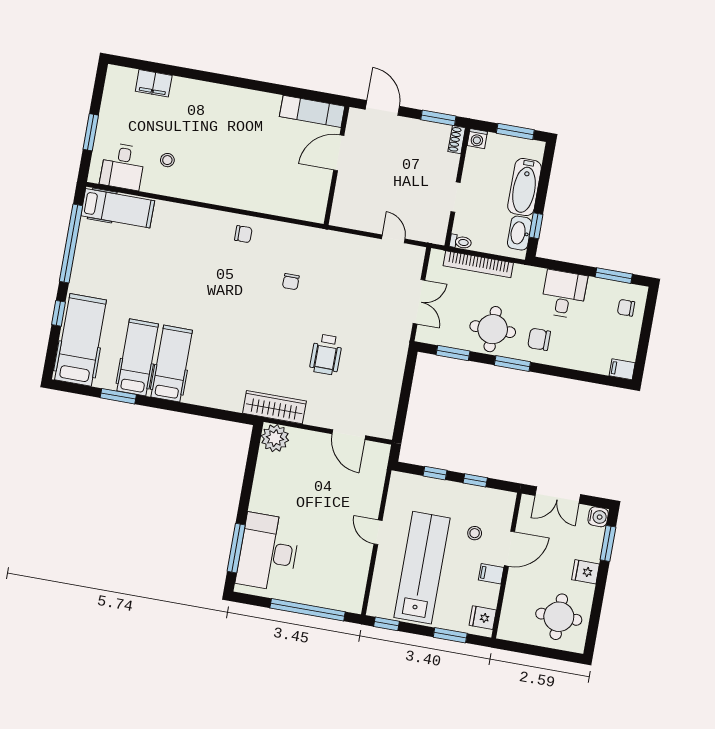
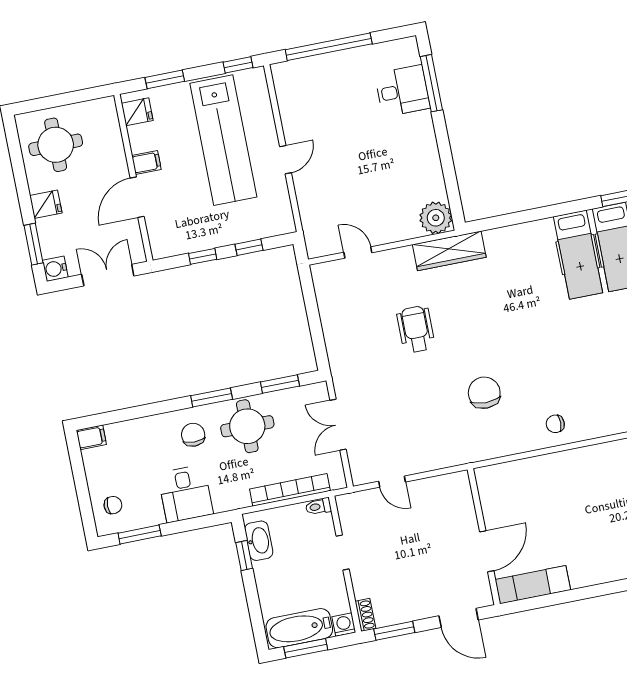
bathtub: (525, 187) -> (299, 628), moved, turned -90
chair: (291, 282) -> (484, 393), width x1.87, depth x1.87
chair: (539, 339) -> (193, 435), turned -90
door: (349, 435) -> (358, 252), width x0.73
door: (378, 532) -> (285, 160), hinge flipped
stool: (475, 533) -> (181, 199), removed
desk: (268, 552) -> (402, 91), width x0.53, depth x0.77

